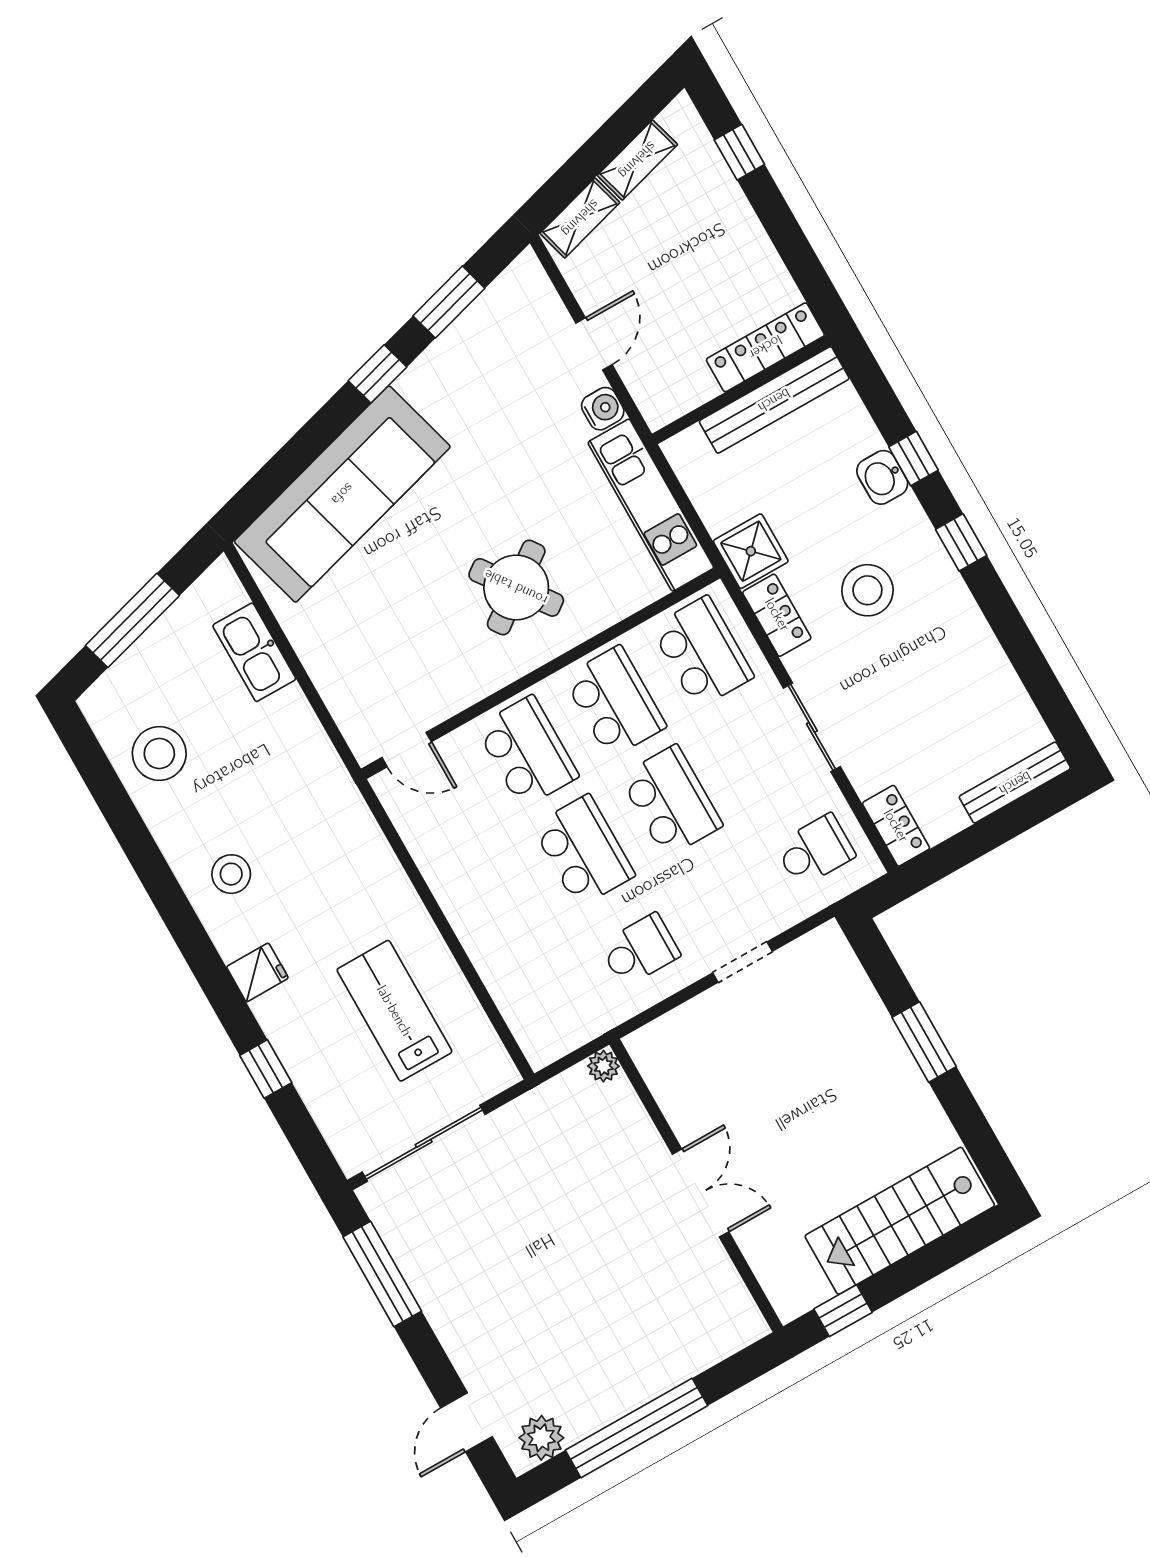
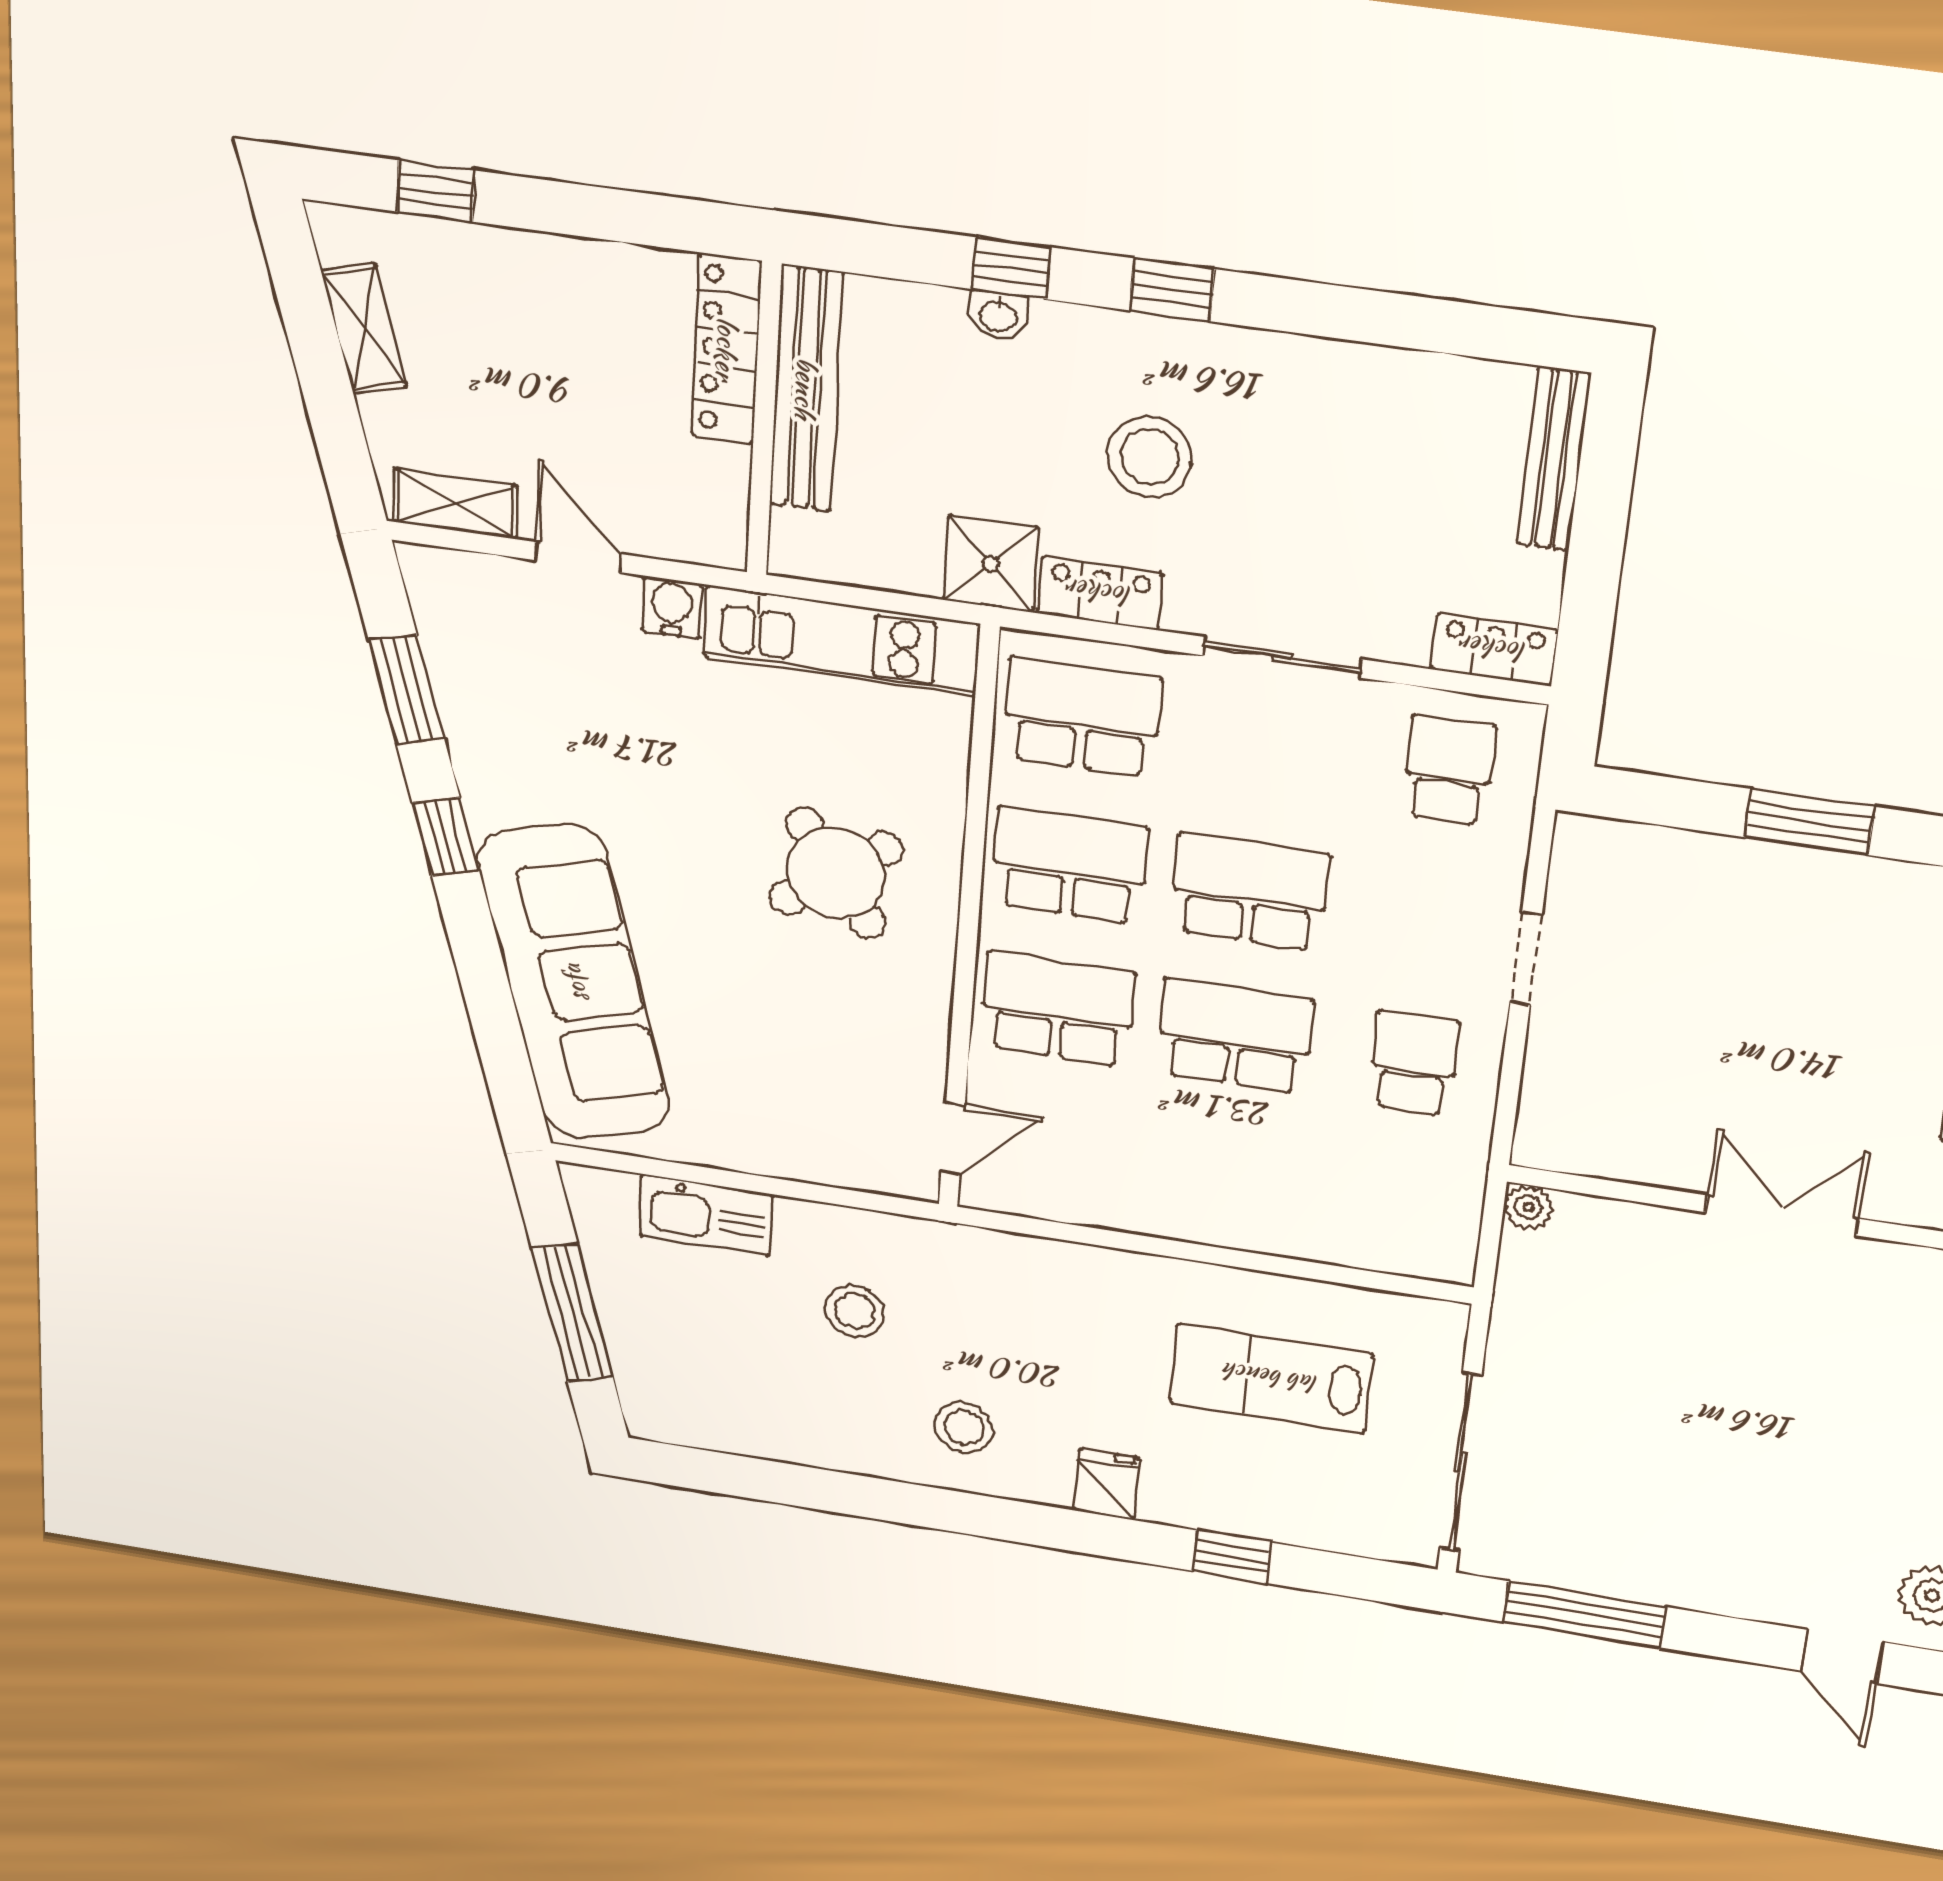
shelving: (580, 218) -> (455, 504), moved, turned -74
washbasin: (882, 477) -> (998, 316), width x0.72, depth x0.69
stool: (159, 753) -> (855, 1311), moved, width x0.73, depth x0.73

